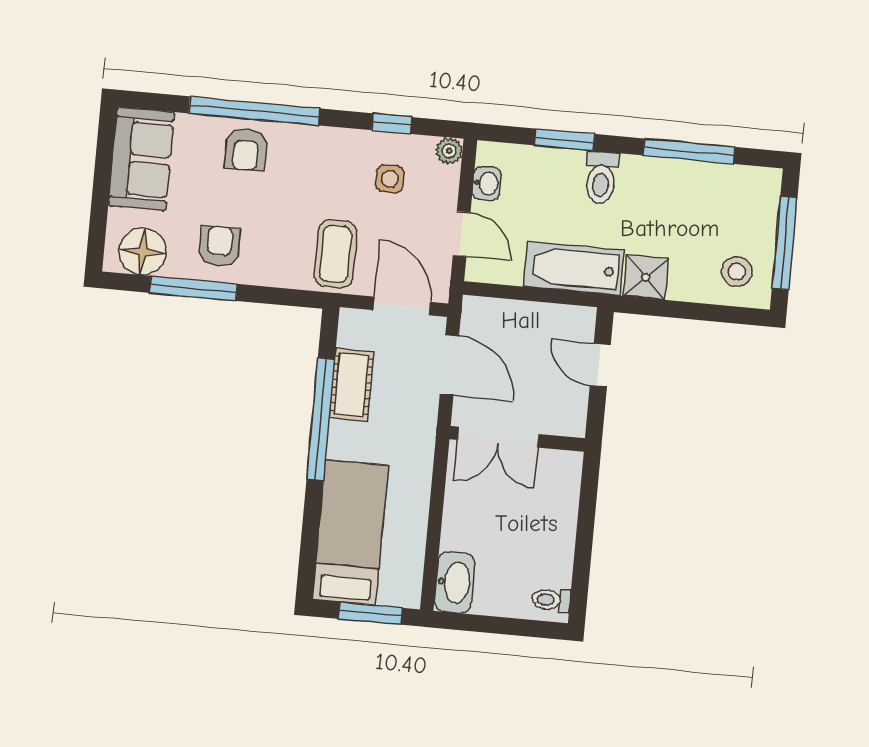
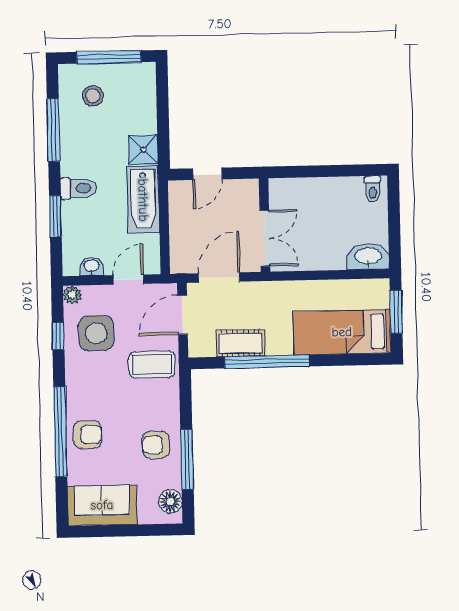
side table: (390, 179) -> (96, 333), width x1.87, depth x1.87
floor lamp: (143, 252) -> (170, 502), width x0.73, depth x0.73
stool: (737, 272) -> (93, 96), moved

